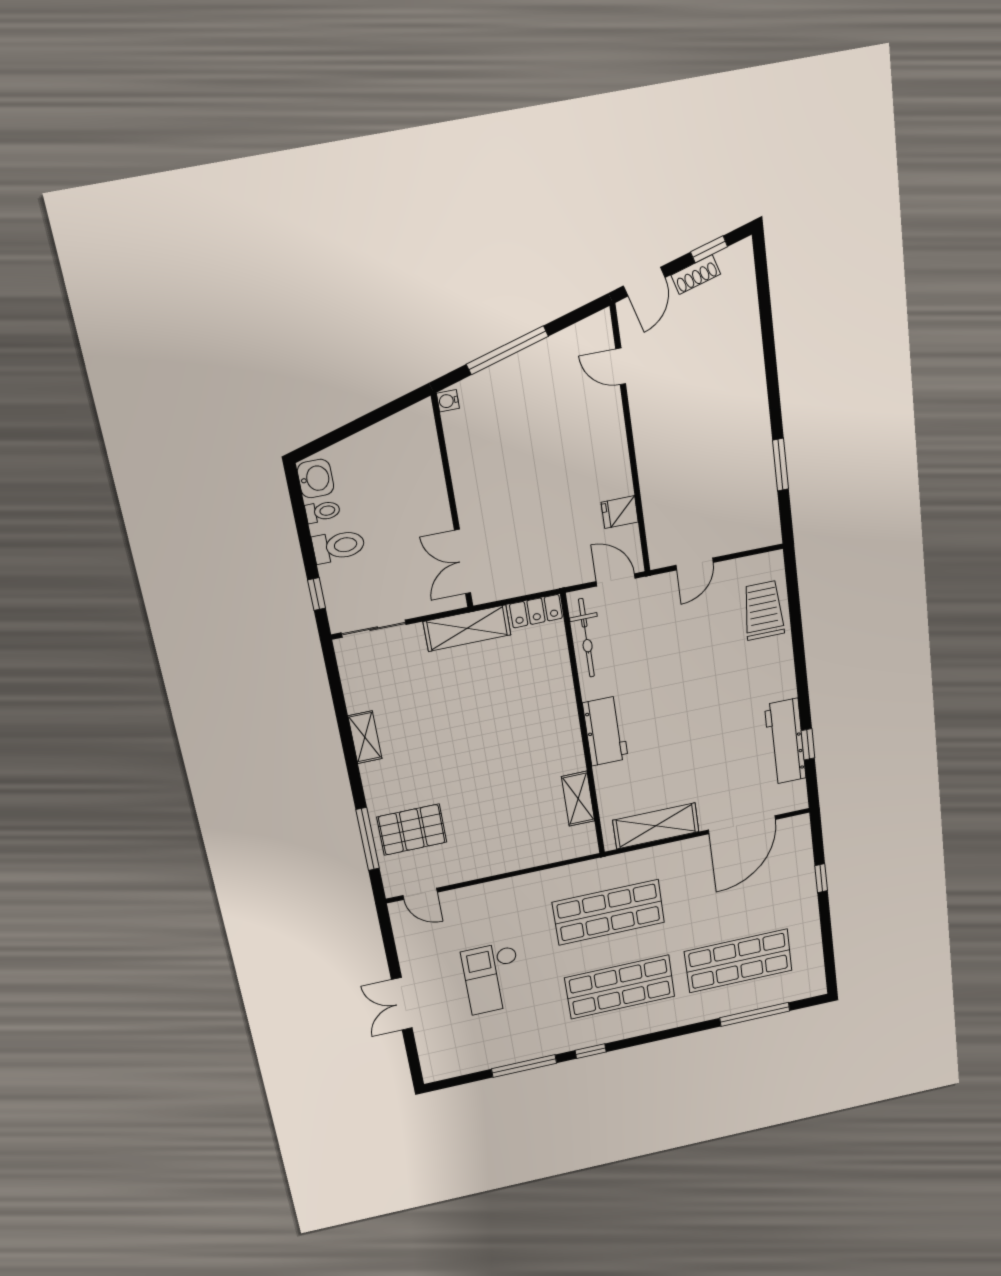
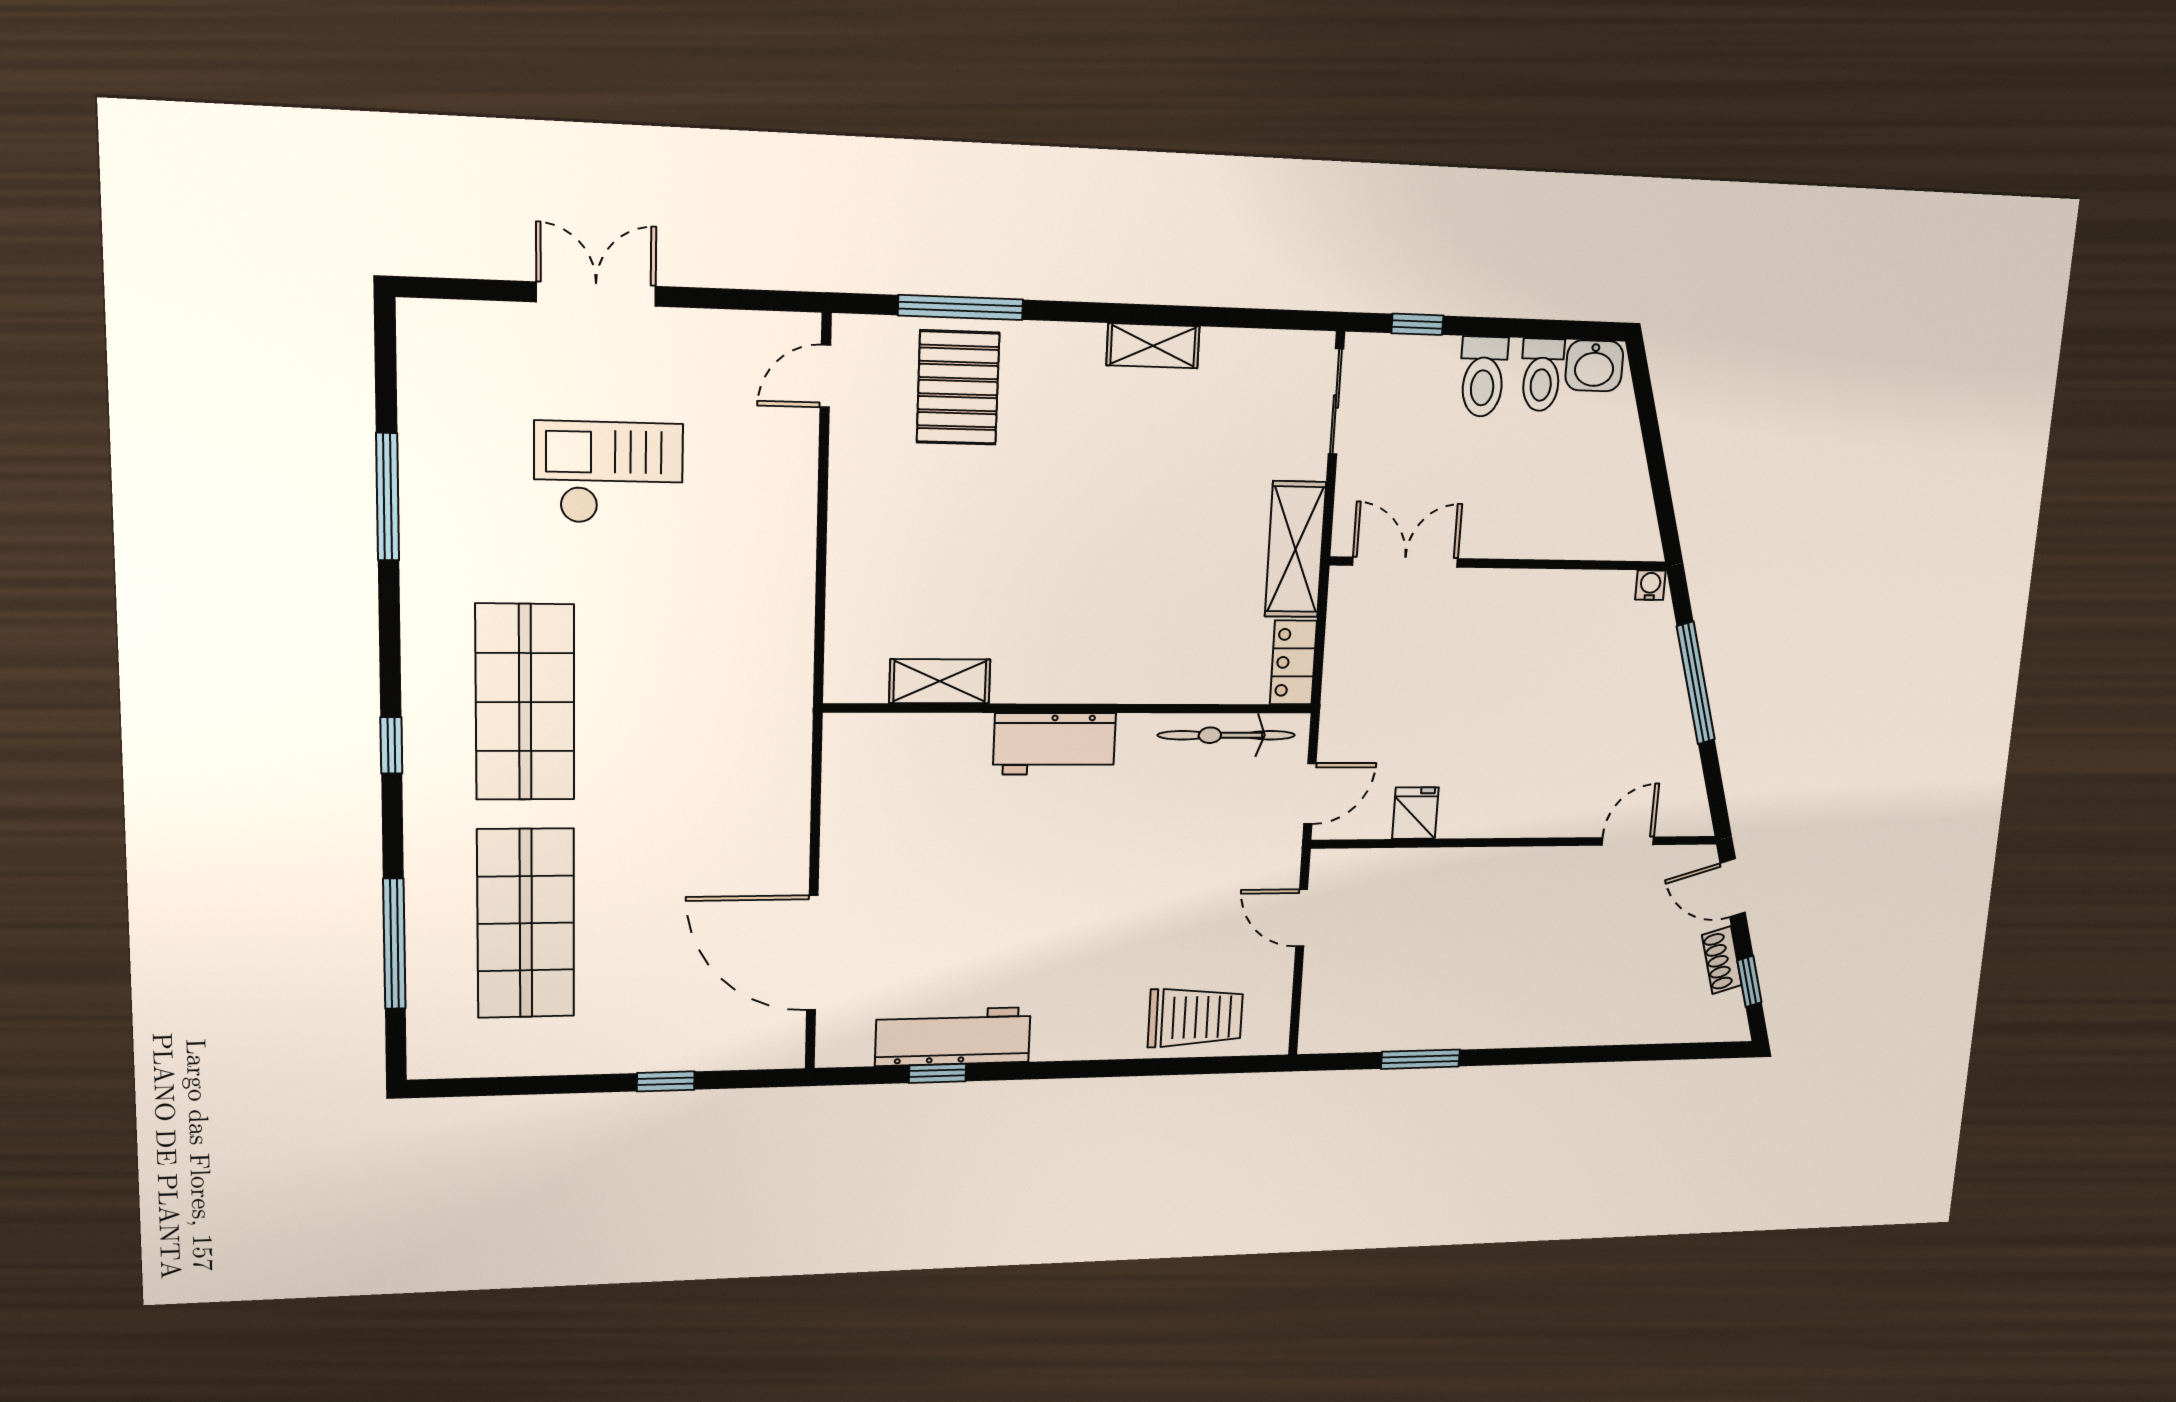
toilet: (323, 512) -> (1542, 375), width x1.37, depth x1.39
shelving: (656, 826) -> (850, 806), removed
shop shelf: (608, 912) -> (695, 703), removed
window: (591, 1051) -> (391, 745), moved

